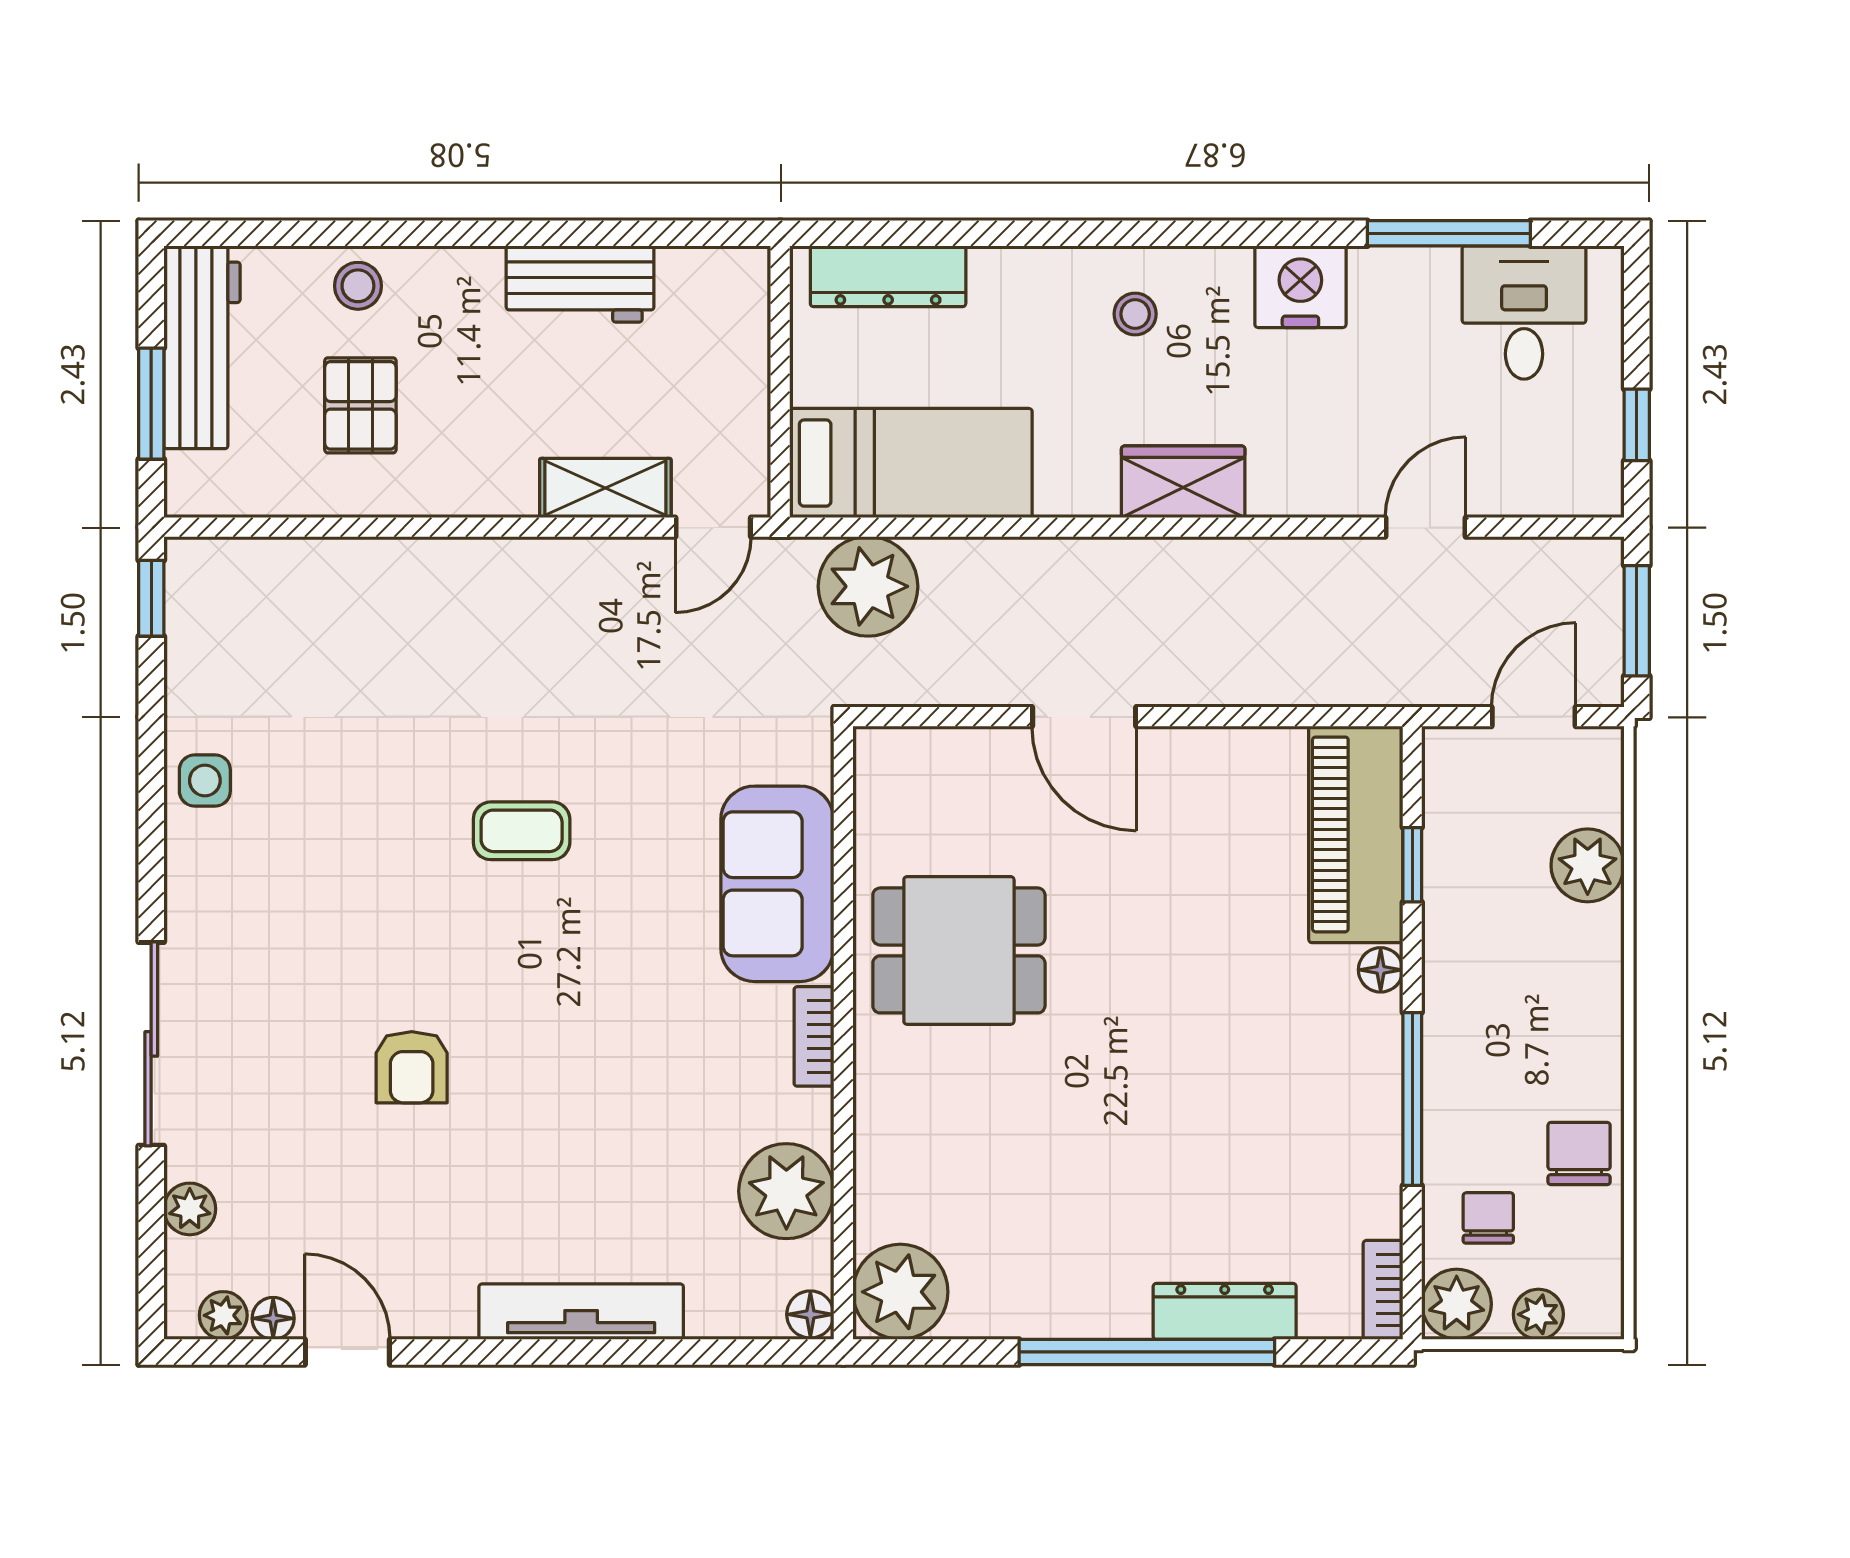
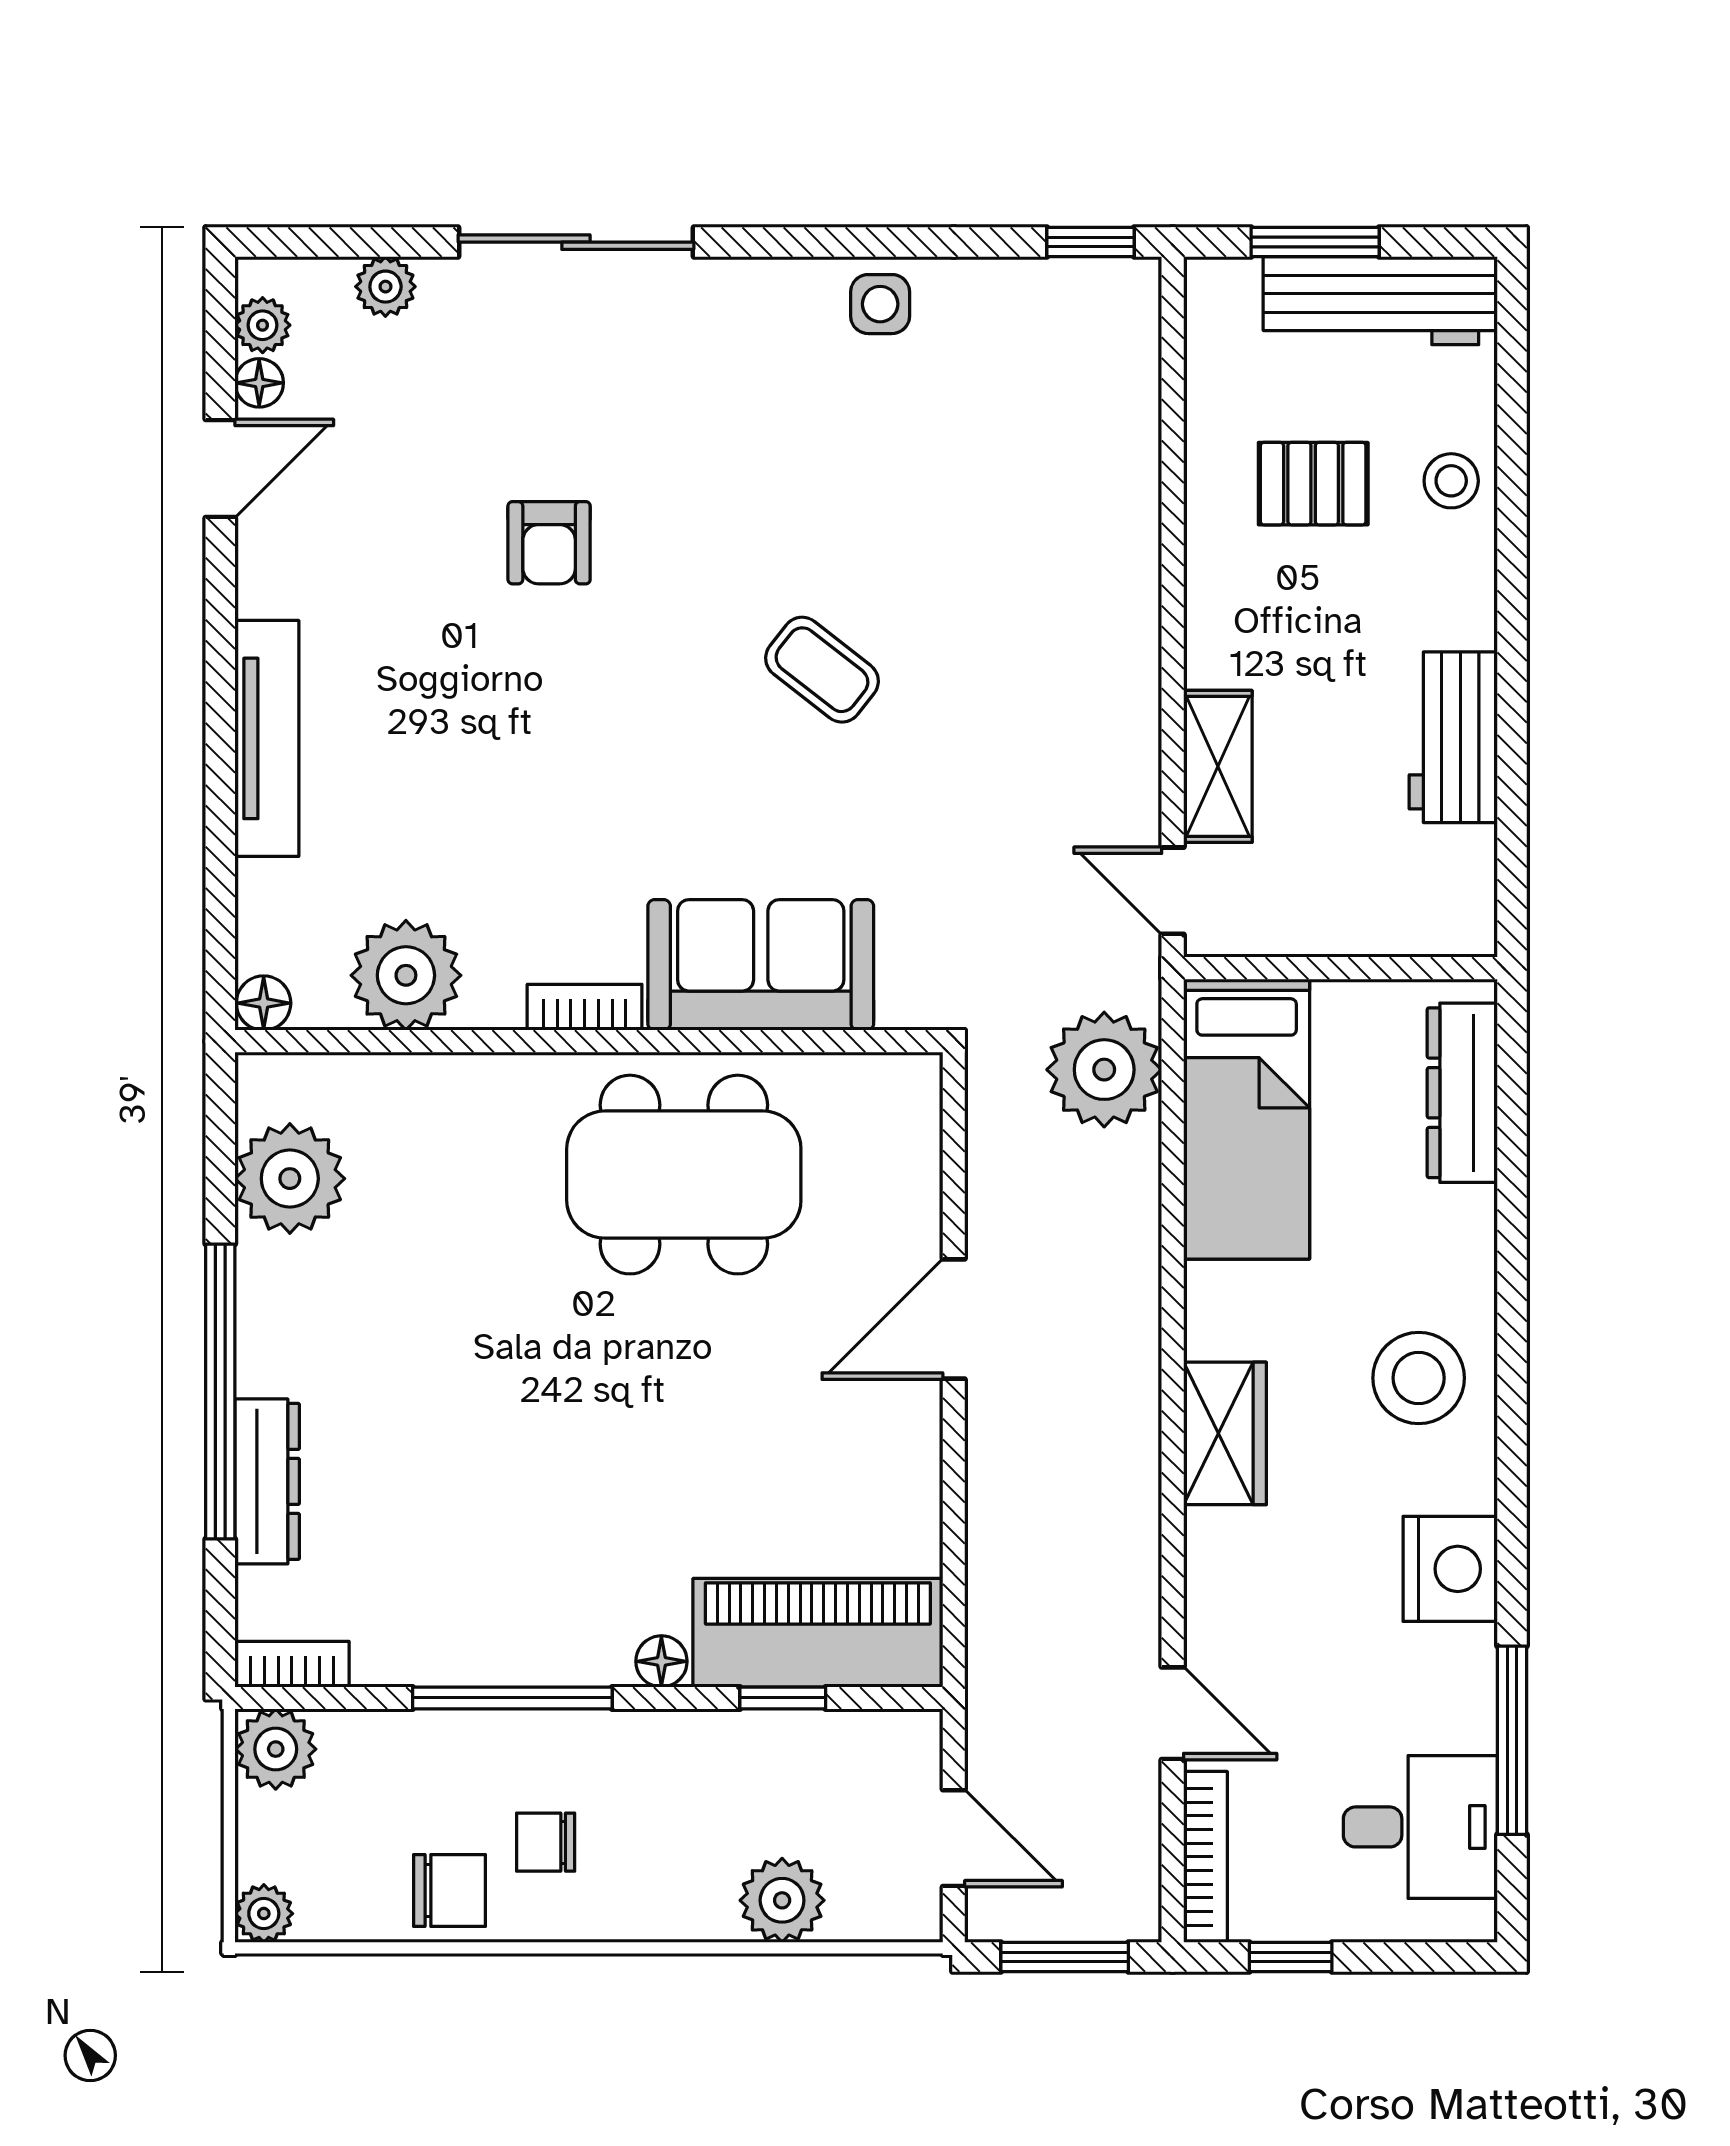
stool: (1135, 314) -> (1419, 1378), width x1.89, depth x1.89
bookcase: (1550, 499) -> (1205, 1857), added
coffee table: (522, 831) -> (822, 670), turned -52
dining table: (959, 950) -> (684, 1175), width x1.38
armchair: (412, 1067) -> (549, 543), turned -90
chair: (1488, 1218) -> (546, 1842), moved, turned 180
plant: (900, 1292) -> (290, 1179), moved
plant: (1538, 1314) -> (264, 1914), moved

